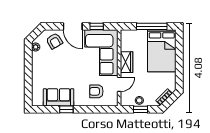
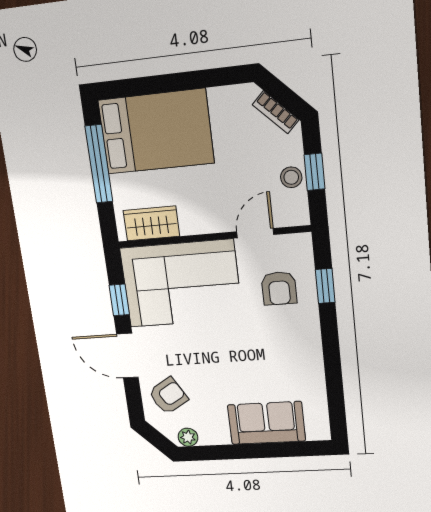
door: (73, 26) -> (128, 356), swing flipped
wardrobe: (127, 62) -> (151, 223), moved
door: (119, 84) -> (255, 233), hinge flipped
sofa: (59, 97) -> (266, 423), moved, turned 90
window: (66, 109) -> (325, 286), moved

